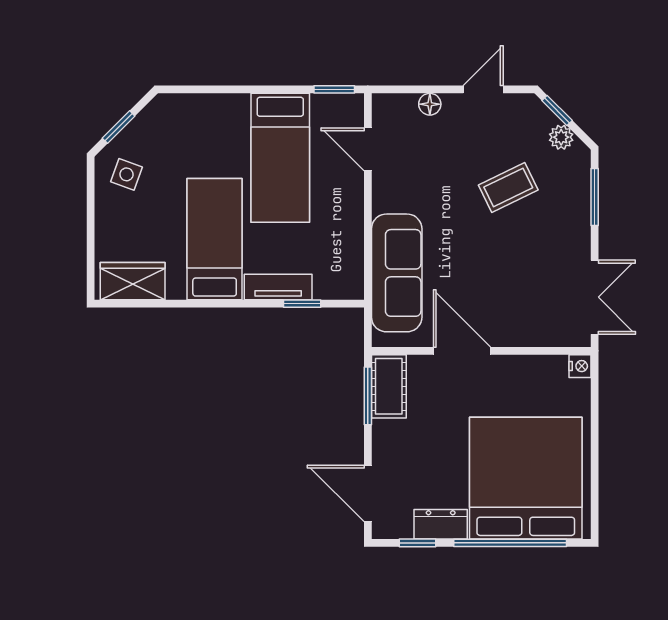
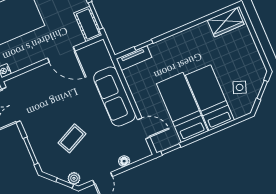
plant: (561, 137) -> (74, 178), moved
side table: (127, 174) -> (240, 87), moved
bed: (215, 239) -> (210, 98), moved, turned 180
sofa: (397, 273) -> (114, 97), moved
tv unit: (278, 287) -> (134, 58), moved

